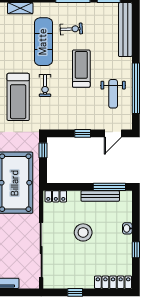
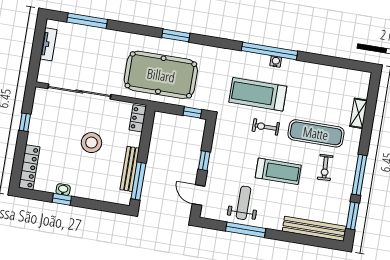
window: (136, 88) -> (246, 230), width x0.68
weight bench: (113, 94) -> (244, 203), turned 90
washbasin: (127, 228) -> (63, 190), moved

